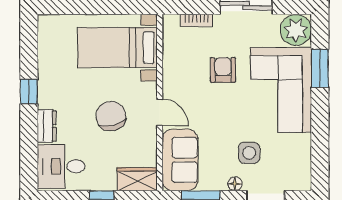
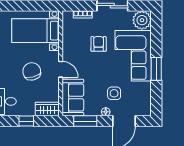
window: (320, 68) -> (156, 69), moved

